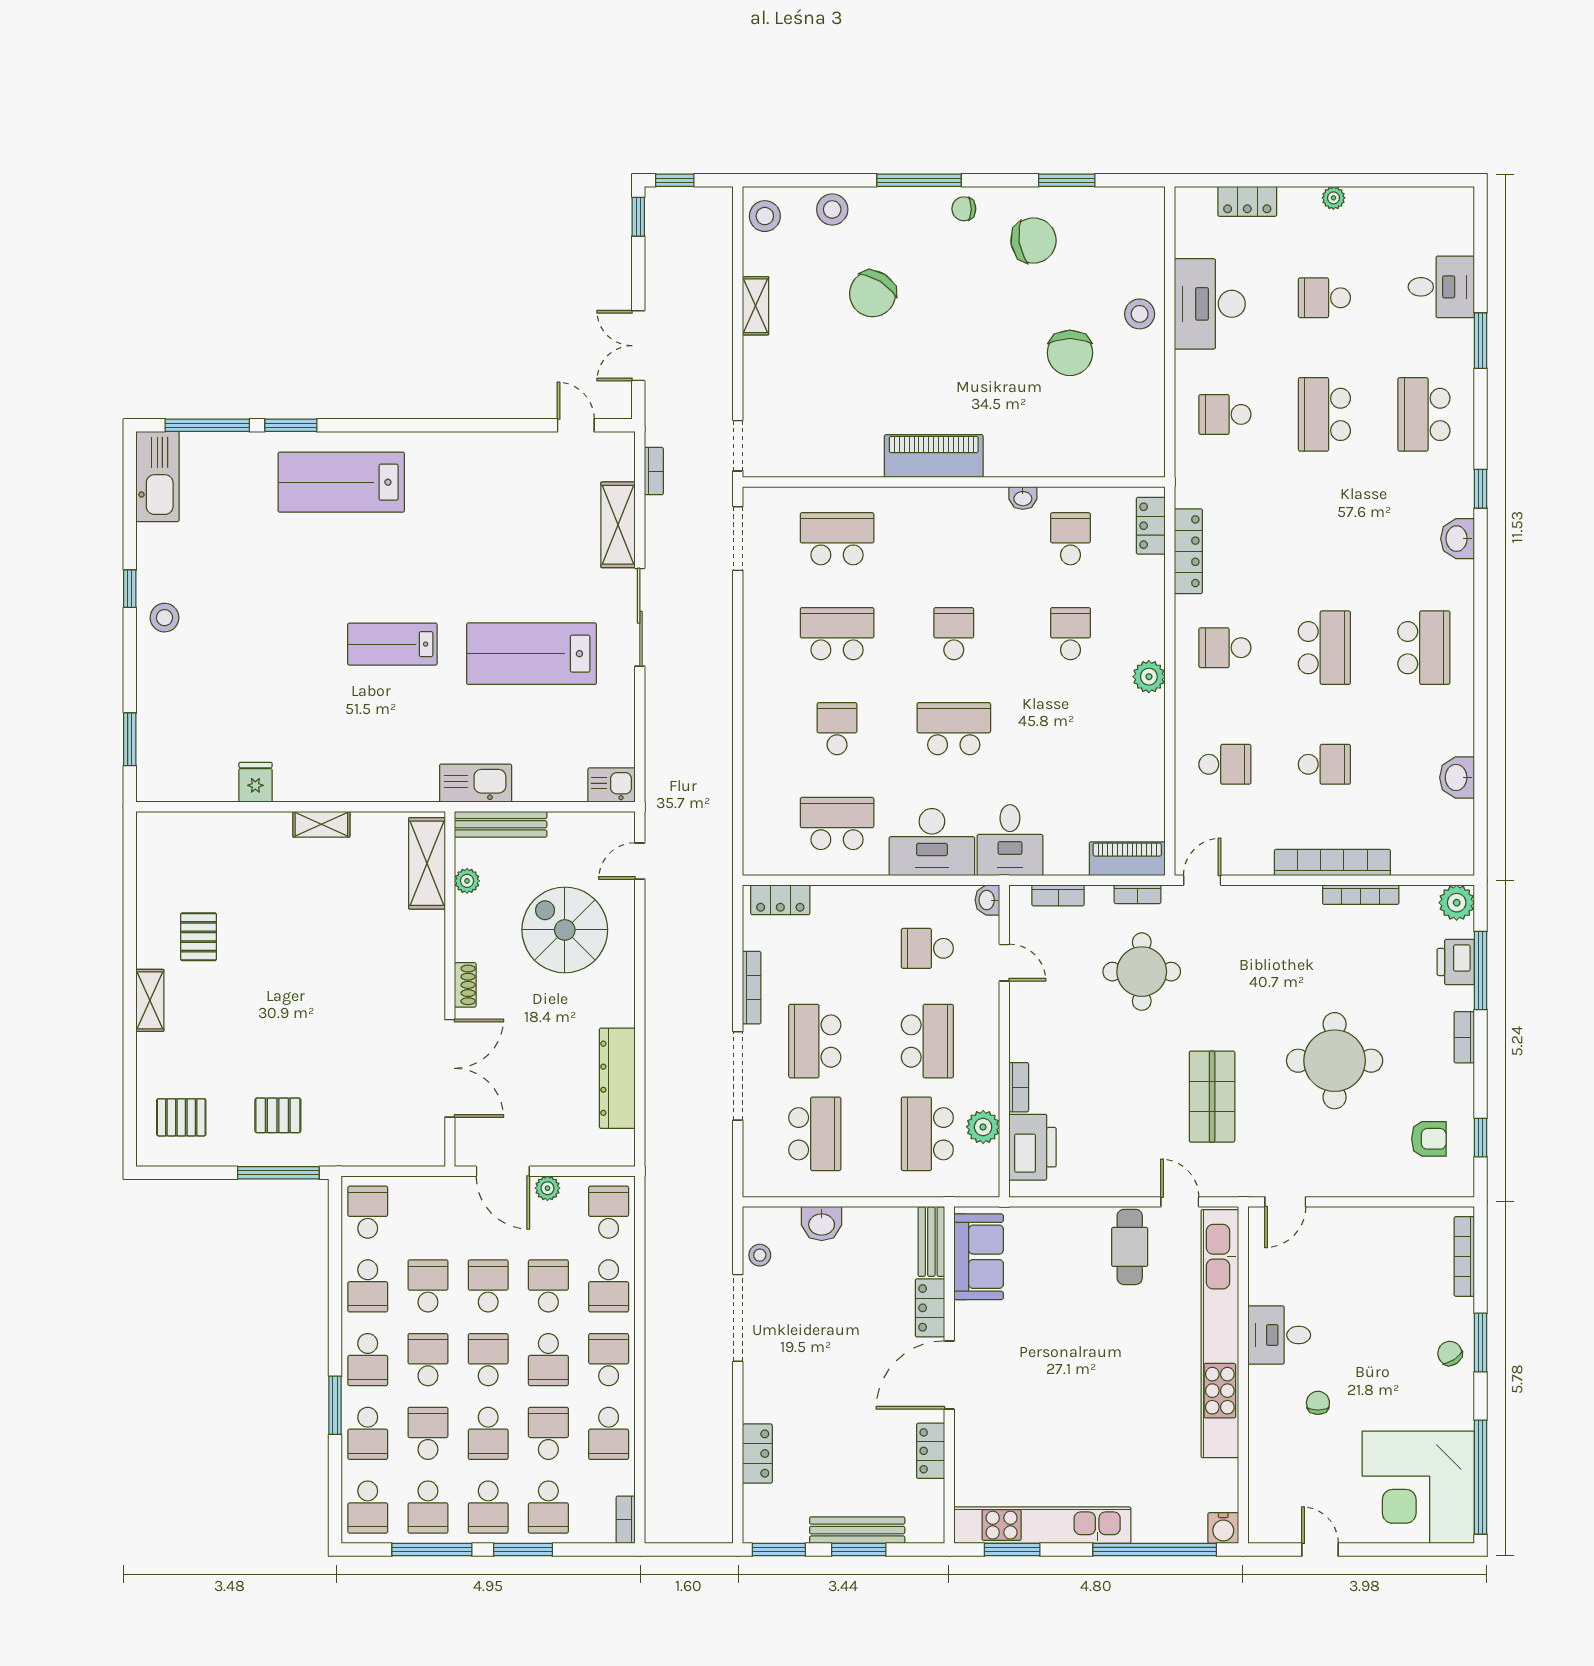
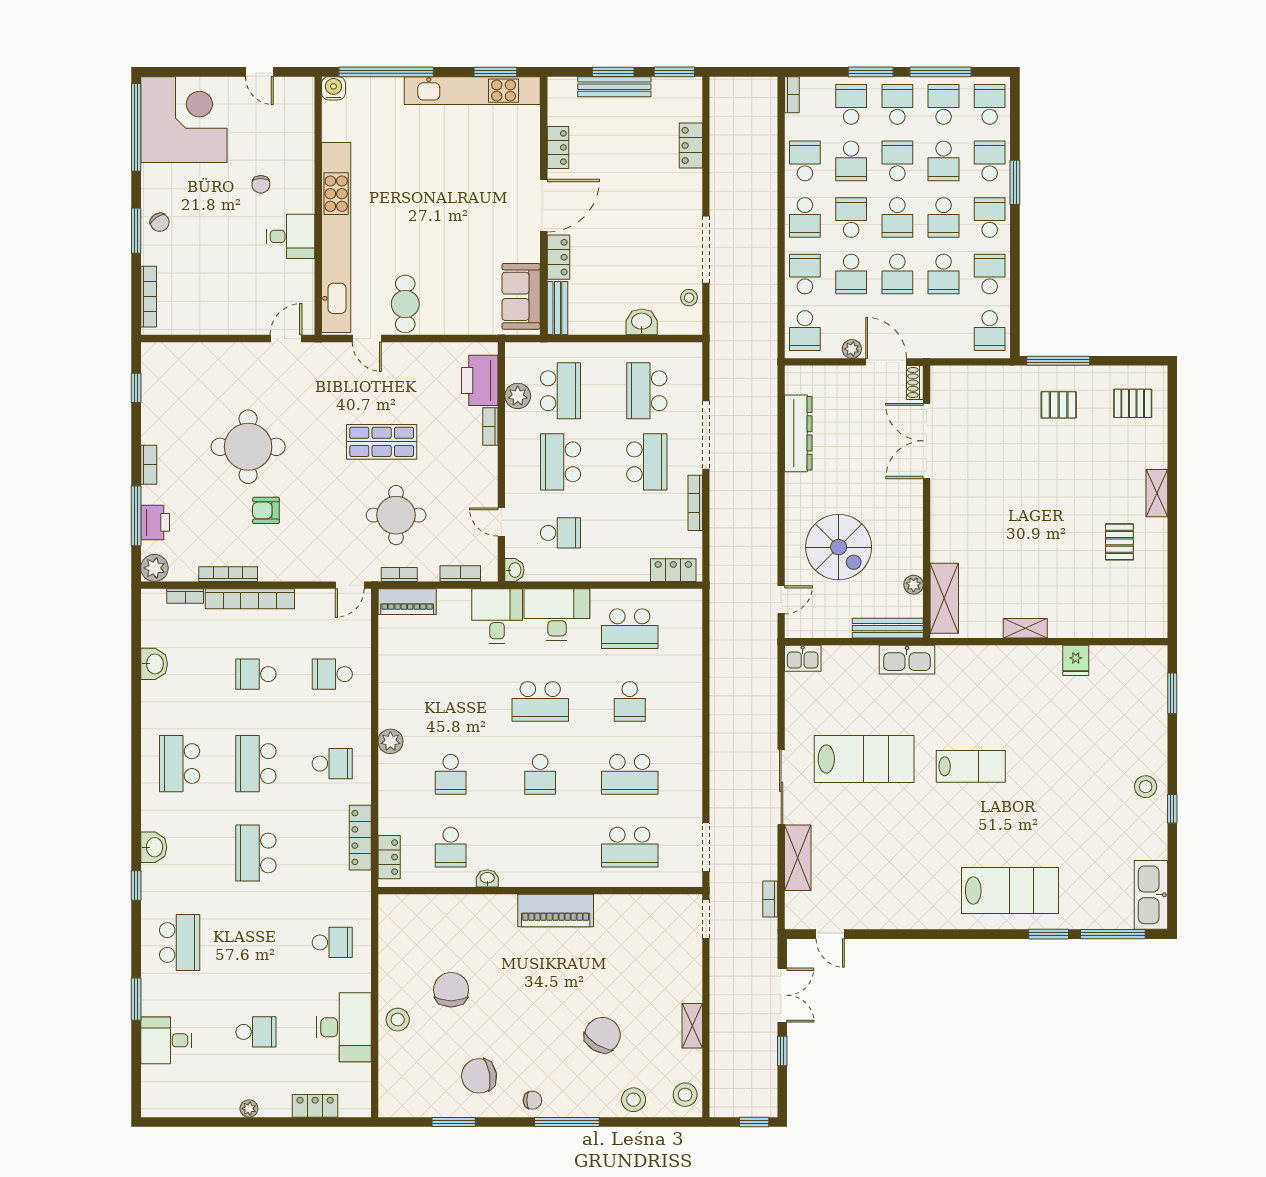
window: (638, 217) -> (782, 1051), moved
school desk: (1324, 414) -> (256, 853), moved, turned 180
bookcase: (1417, 866) -> (185, 596), added
shoe rack: (465, 985) -> (915, 383), moved
shop shelf: (1212, 1097) -> (382, 442), moved, turned 90
armchair: (1429, 1139) -> (266, 510), moved

